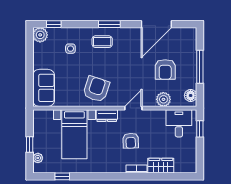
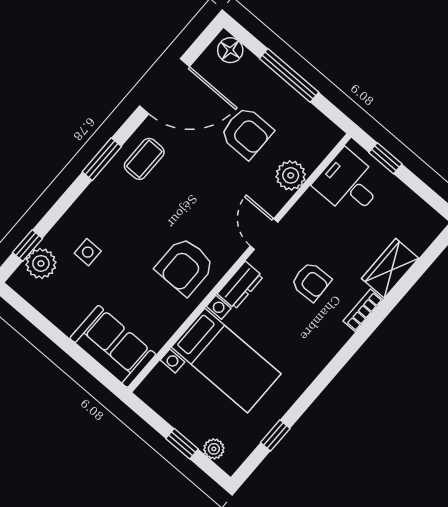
door: (156, 24) -> (164, 86), hinge flipped
plant: (40, 35) -> (41, 263), moved
coffee table: (102, 42) -> (144, 159), moved
armchair: (96, 89) -> (185, 266), turned -108
floor lamp: (191, 95) -> (230, 50), moved

